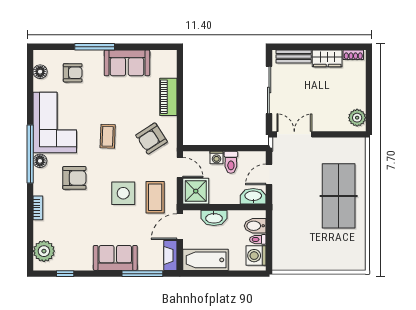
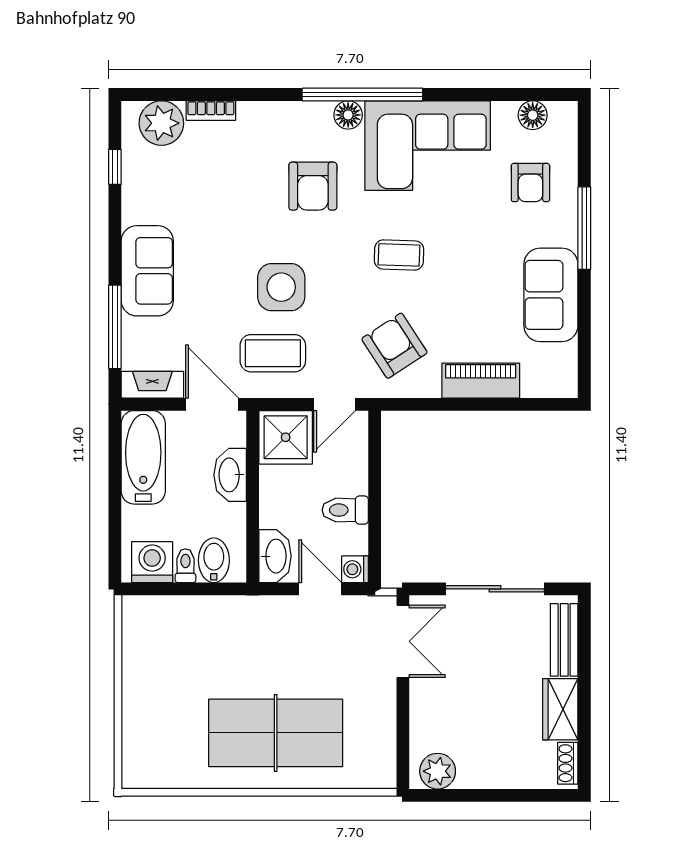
washing machine: (216, 158) -> (355, 569), moved
bookcase: (38, 208) -> (211, 111), moved

